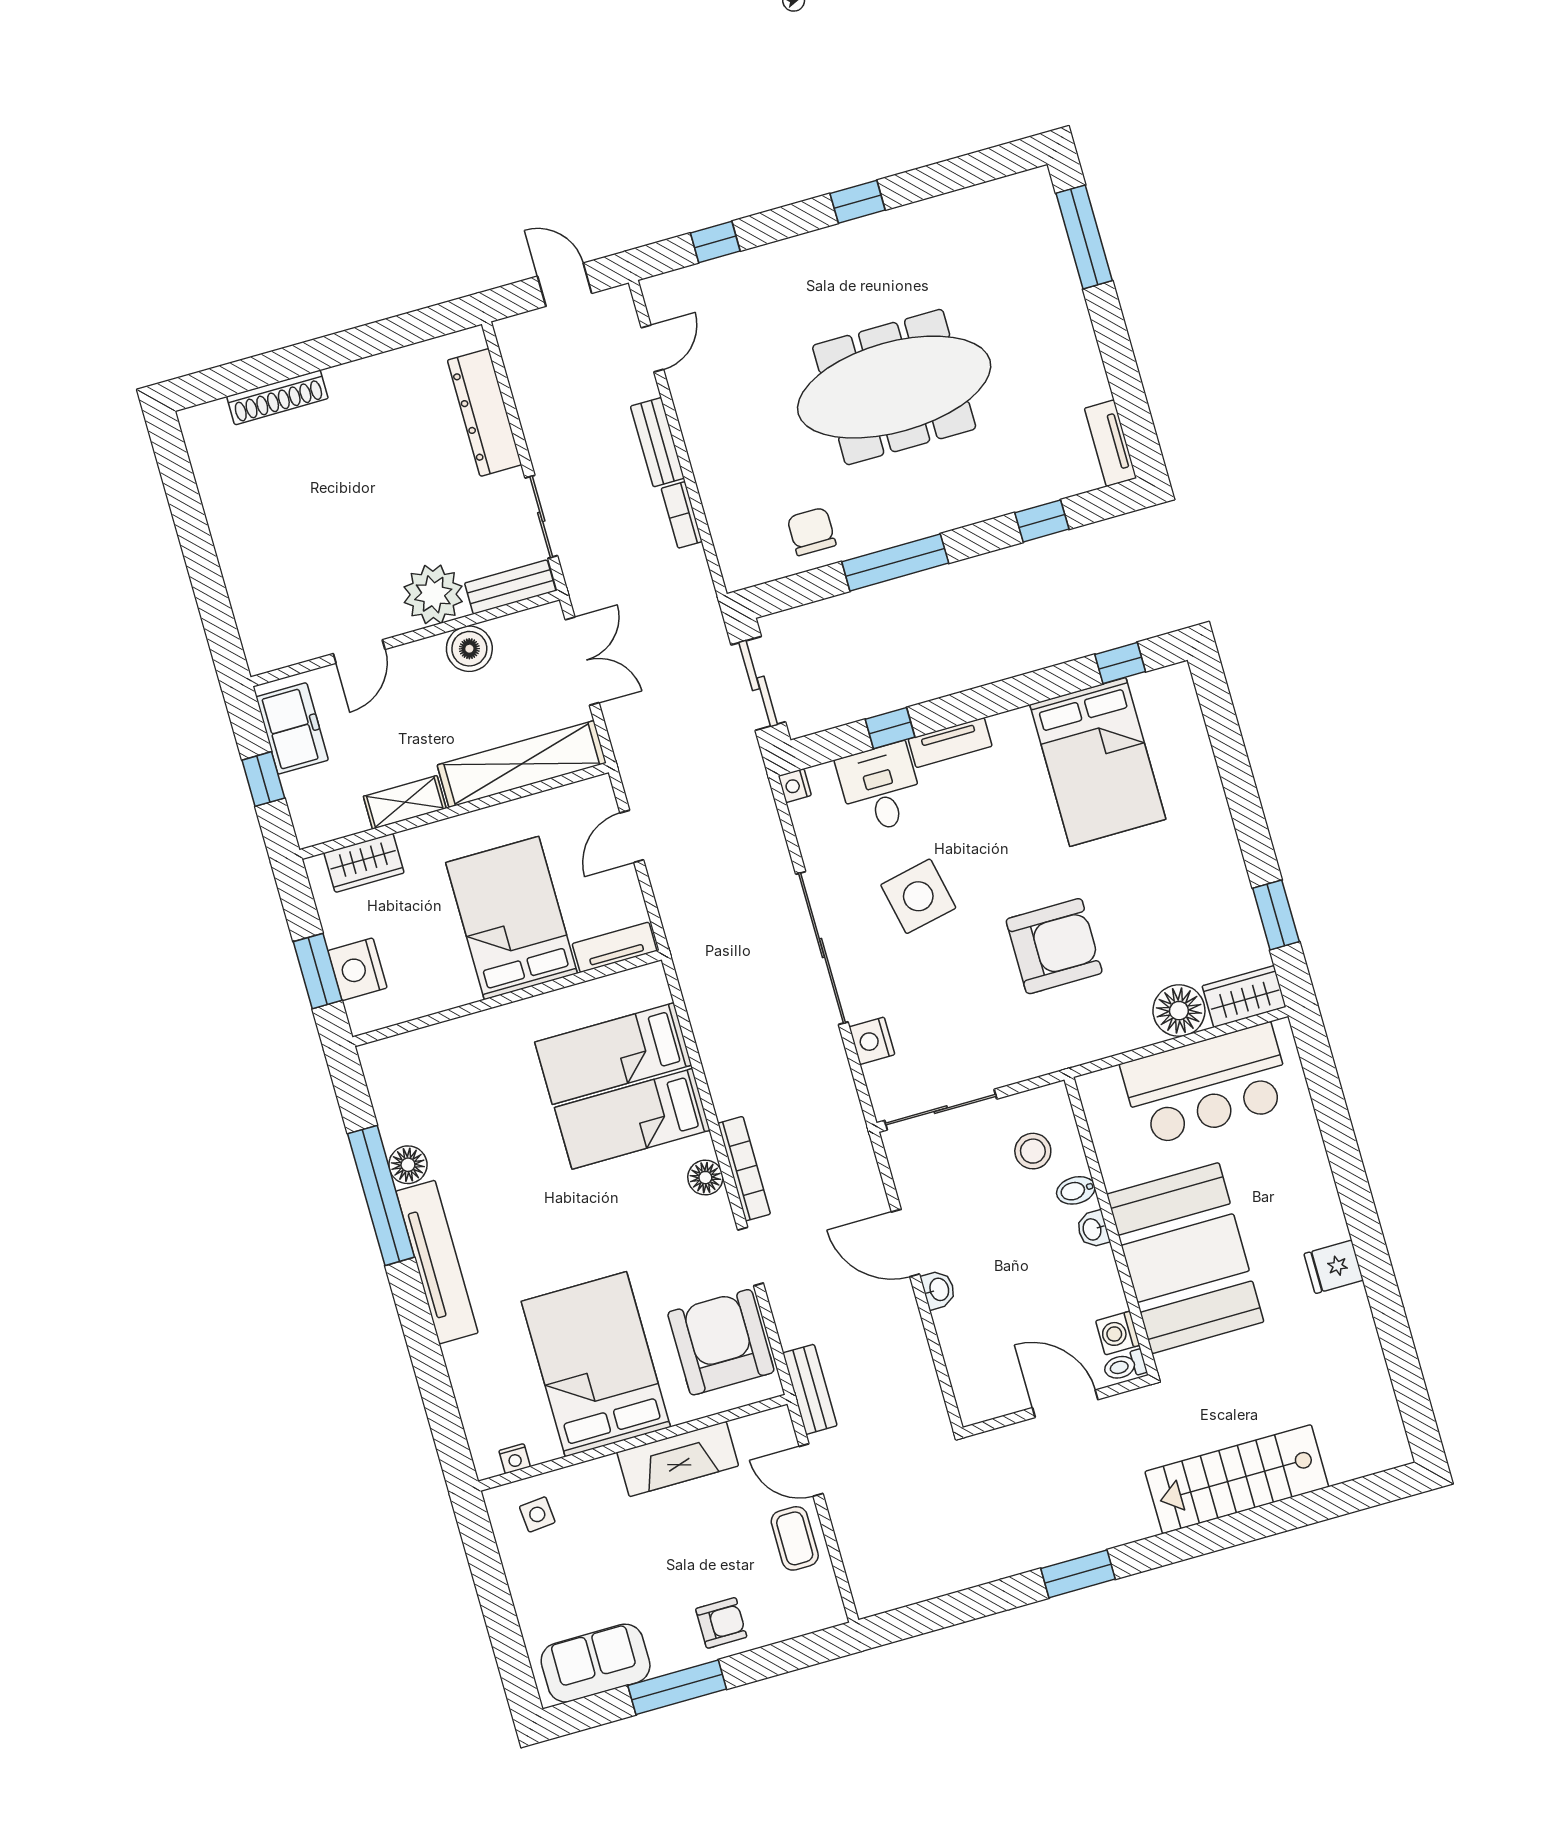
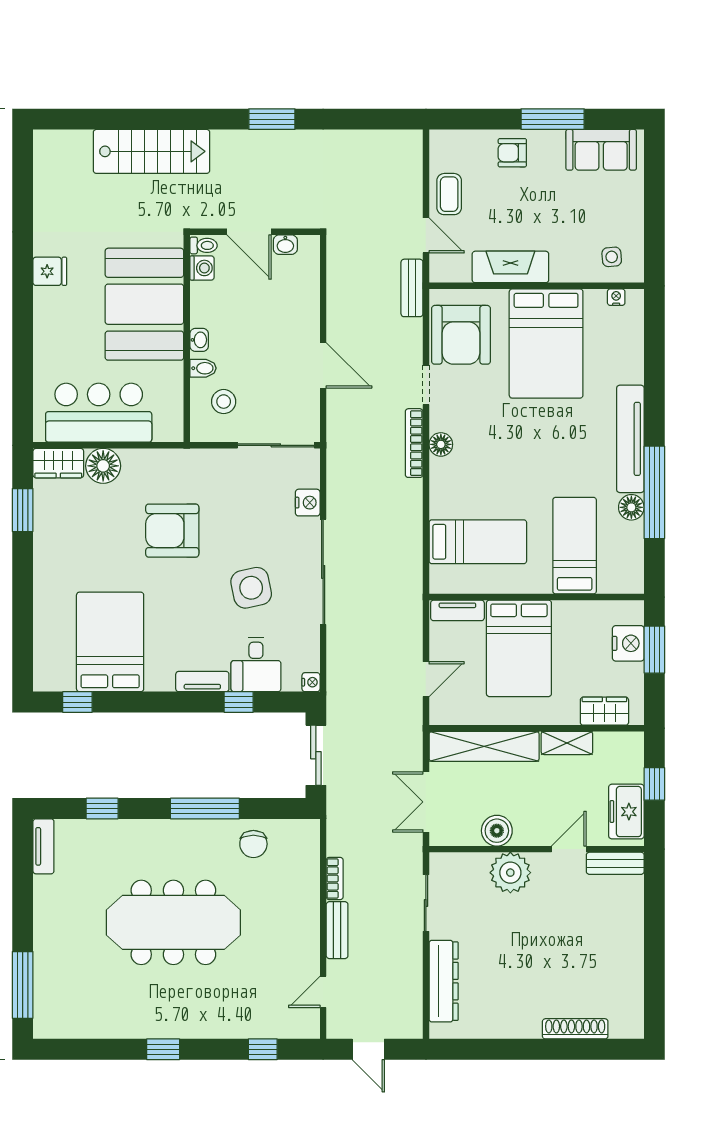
bench: (510, 587) -> (615, 863), moved
bed: (632, 1119) -> (575, 546), moved, turned -90
washbasin: (938, 1290) -> (285, 245), moved, turned -90

